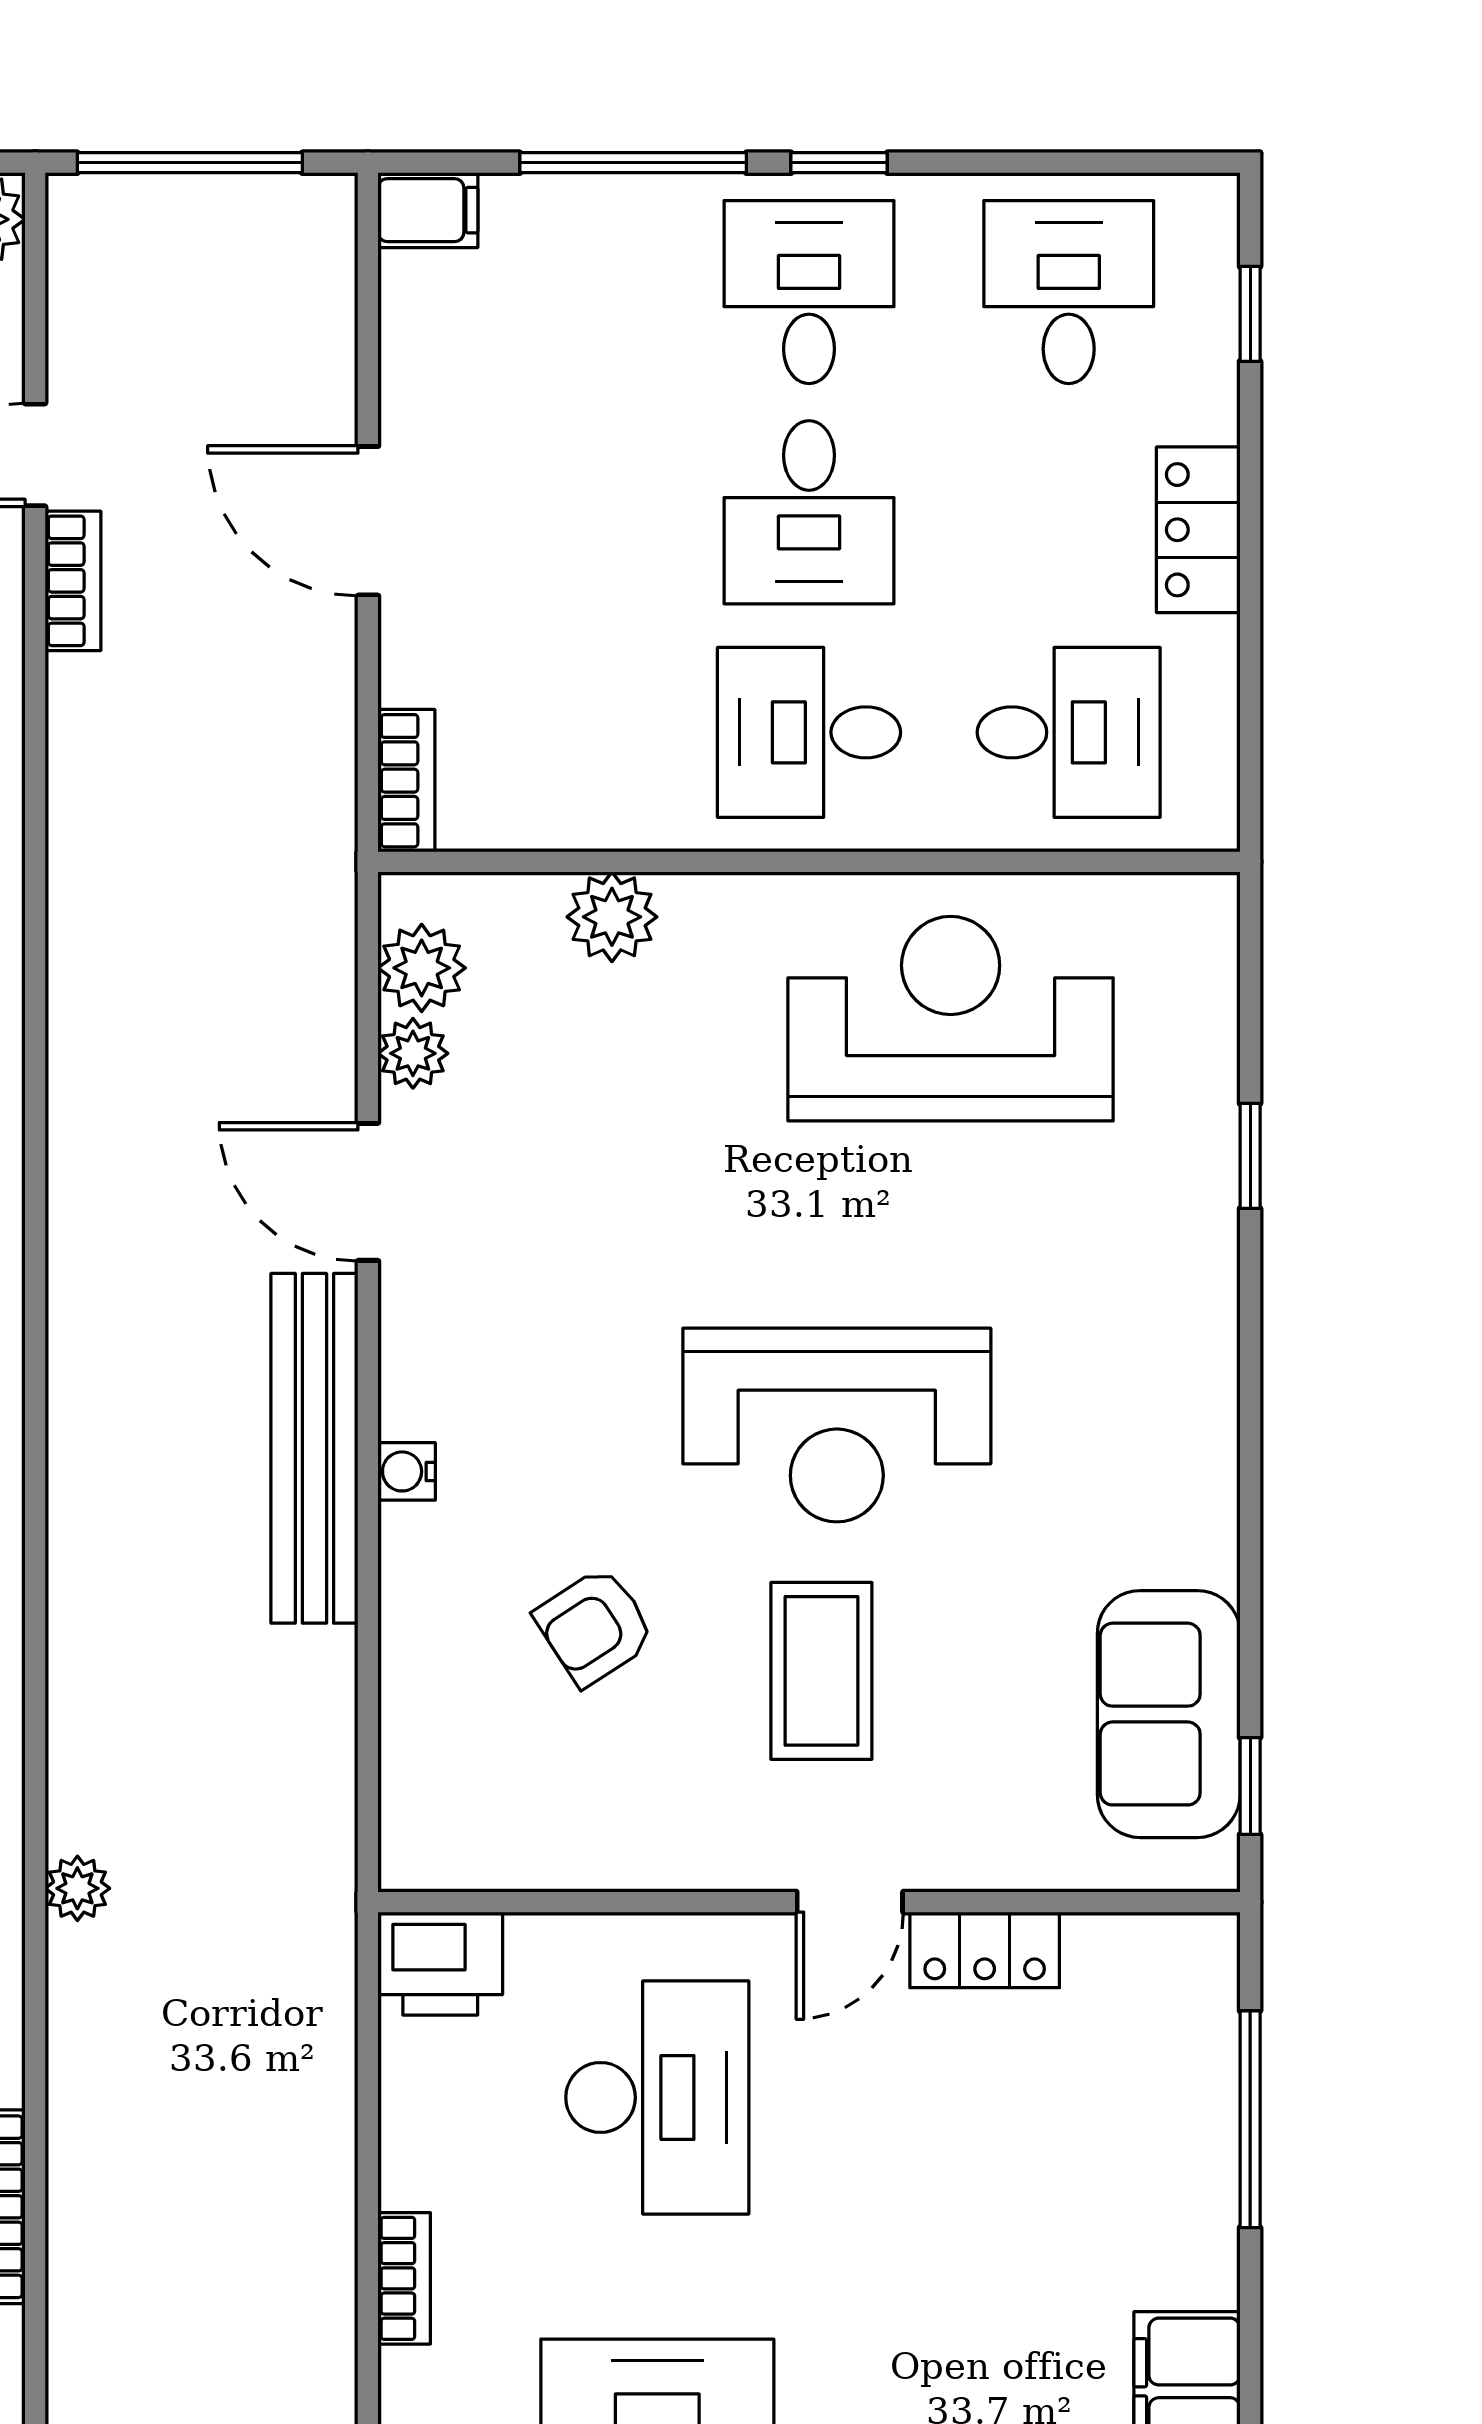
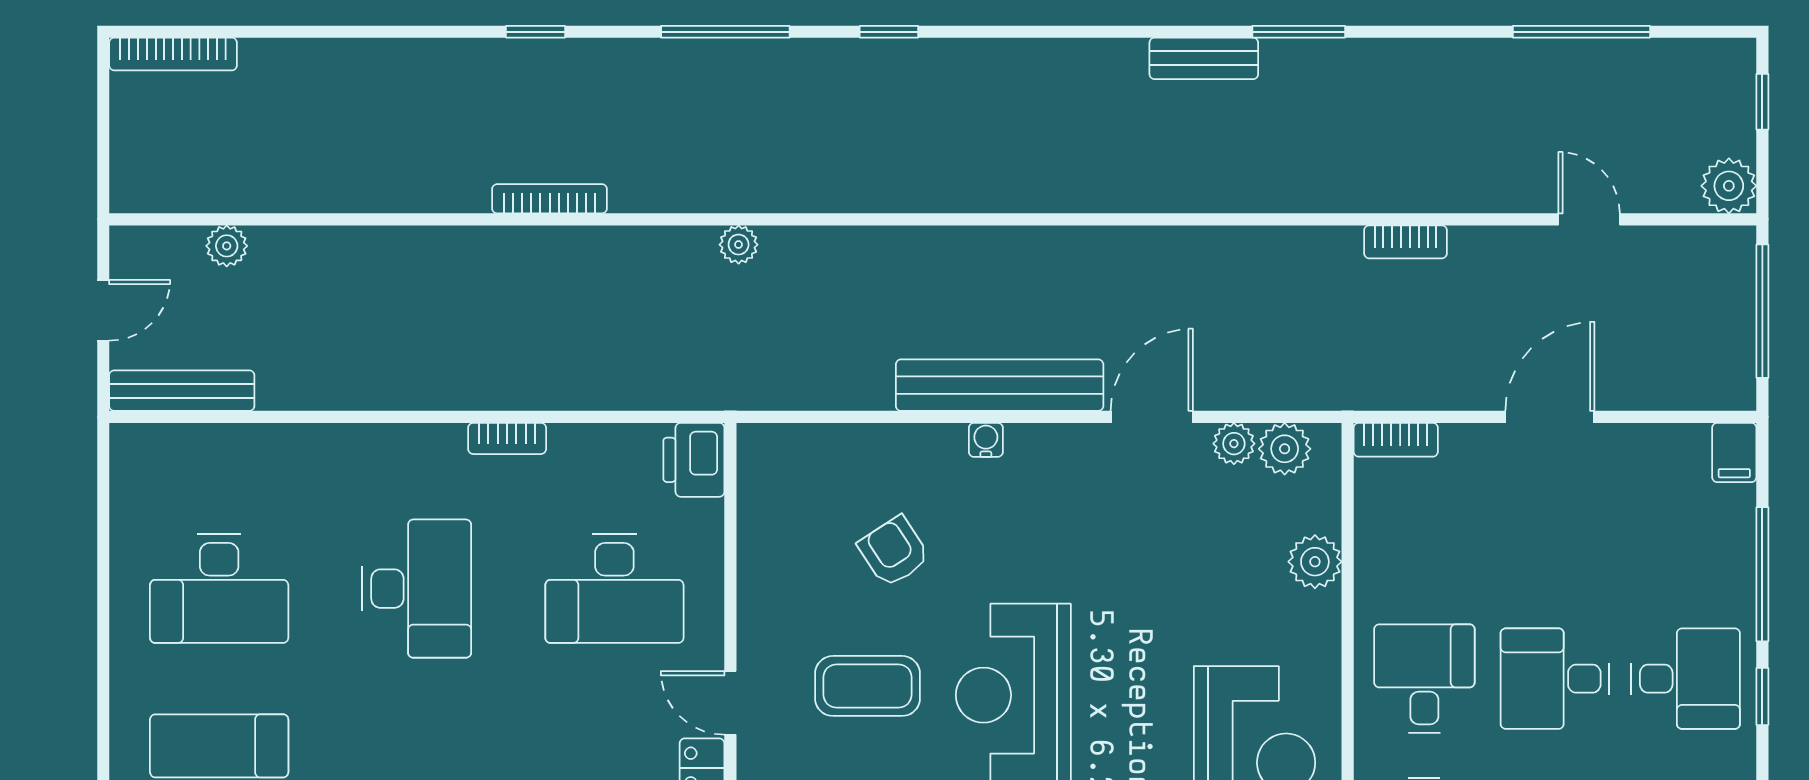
bookcase: (73, 581) -> (1405, 242), moved

